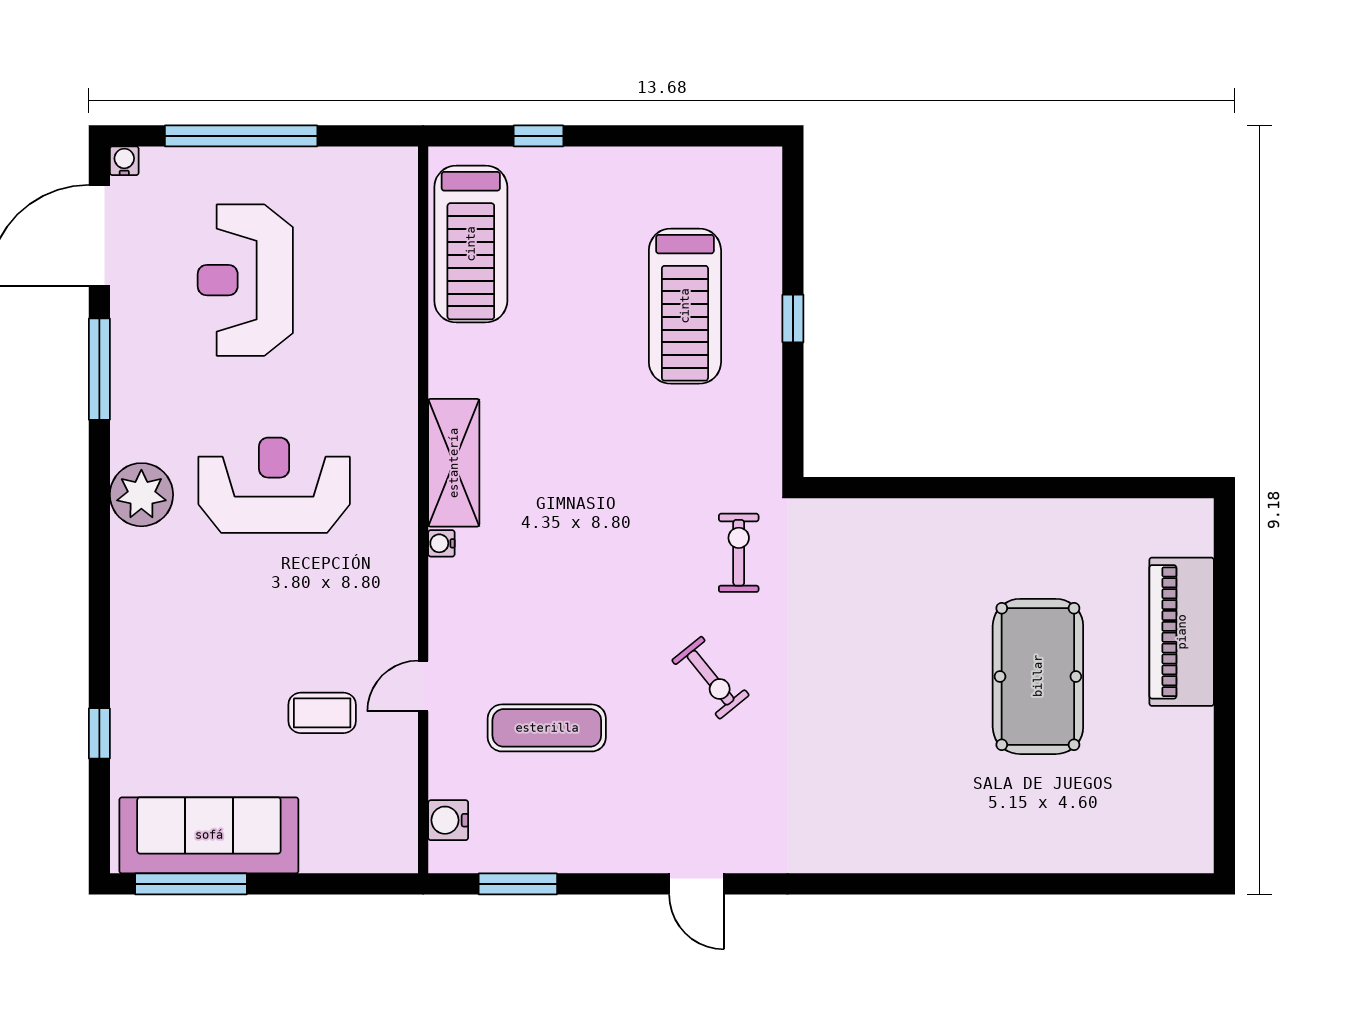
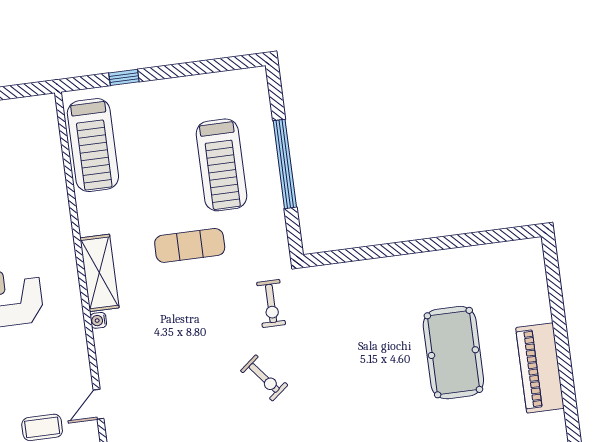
window: (793, 318) -> (285, 164), width x3.17
exercise bike: (739, 553) -> (271, 304), turned 180
piano: (1182, 632) -> (540, 368), moved
exercise mat: (547, 728) -> (190, 245), moved

